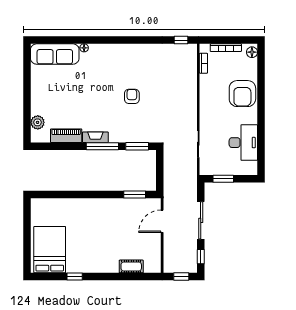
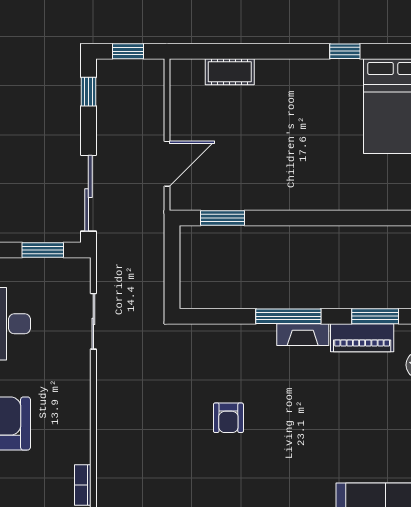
window: (137, 146) -> (375, 316), moved
sliding door: (201, 220) -> (88, 193), moved

